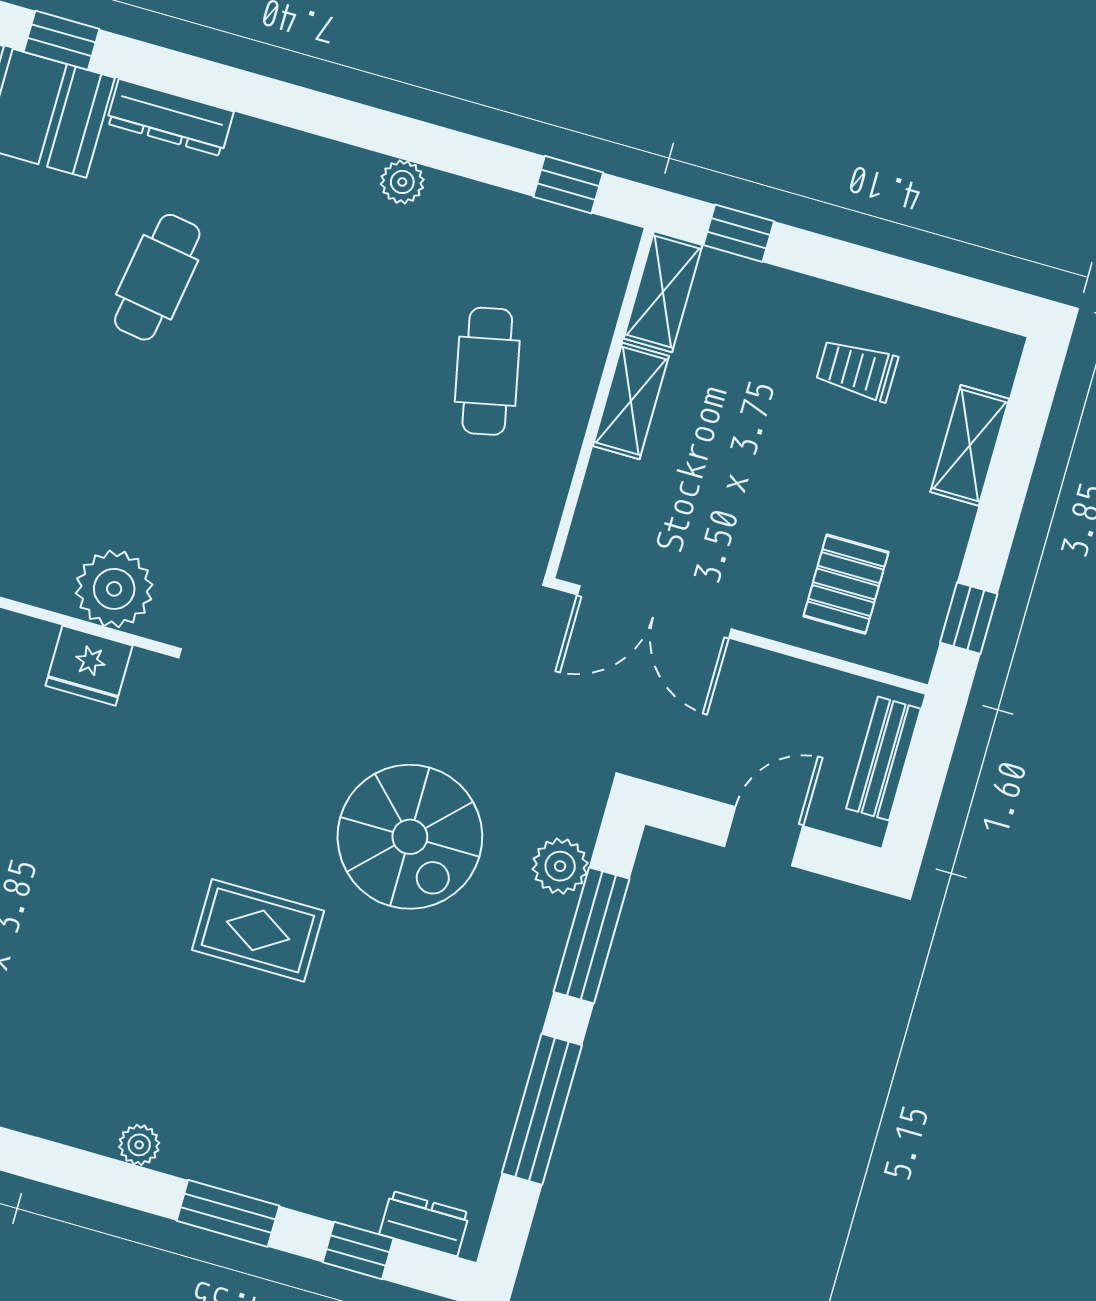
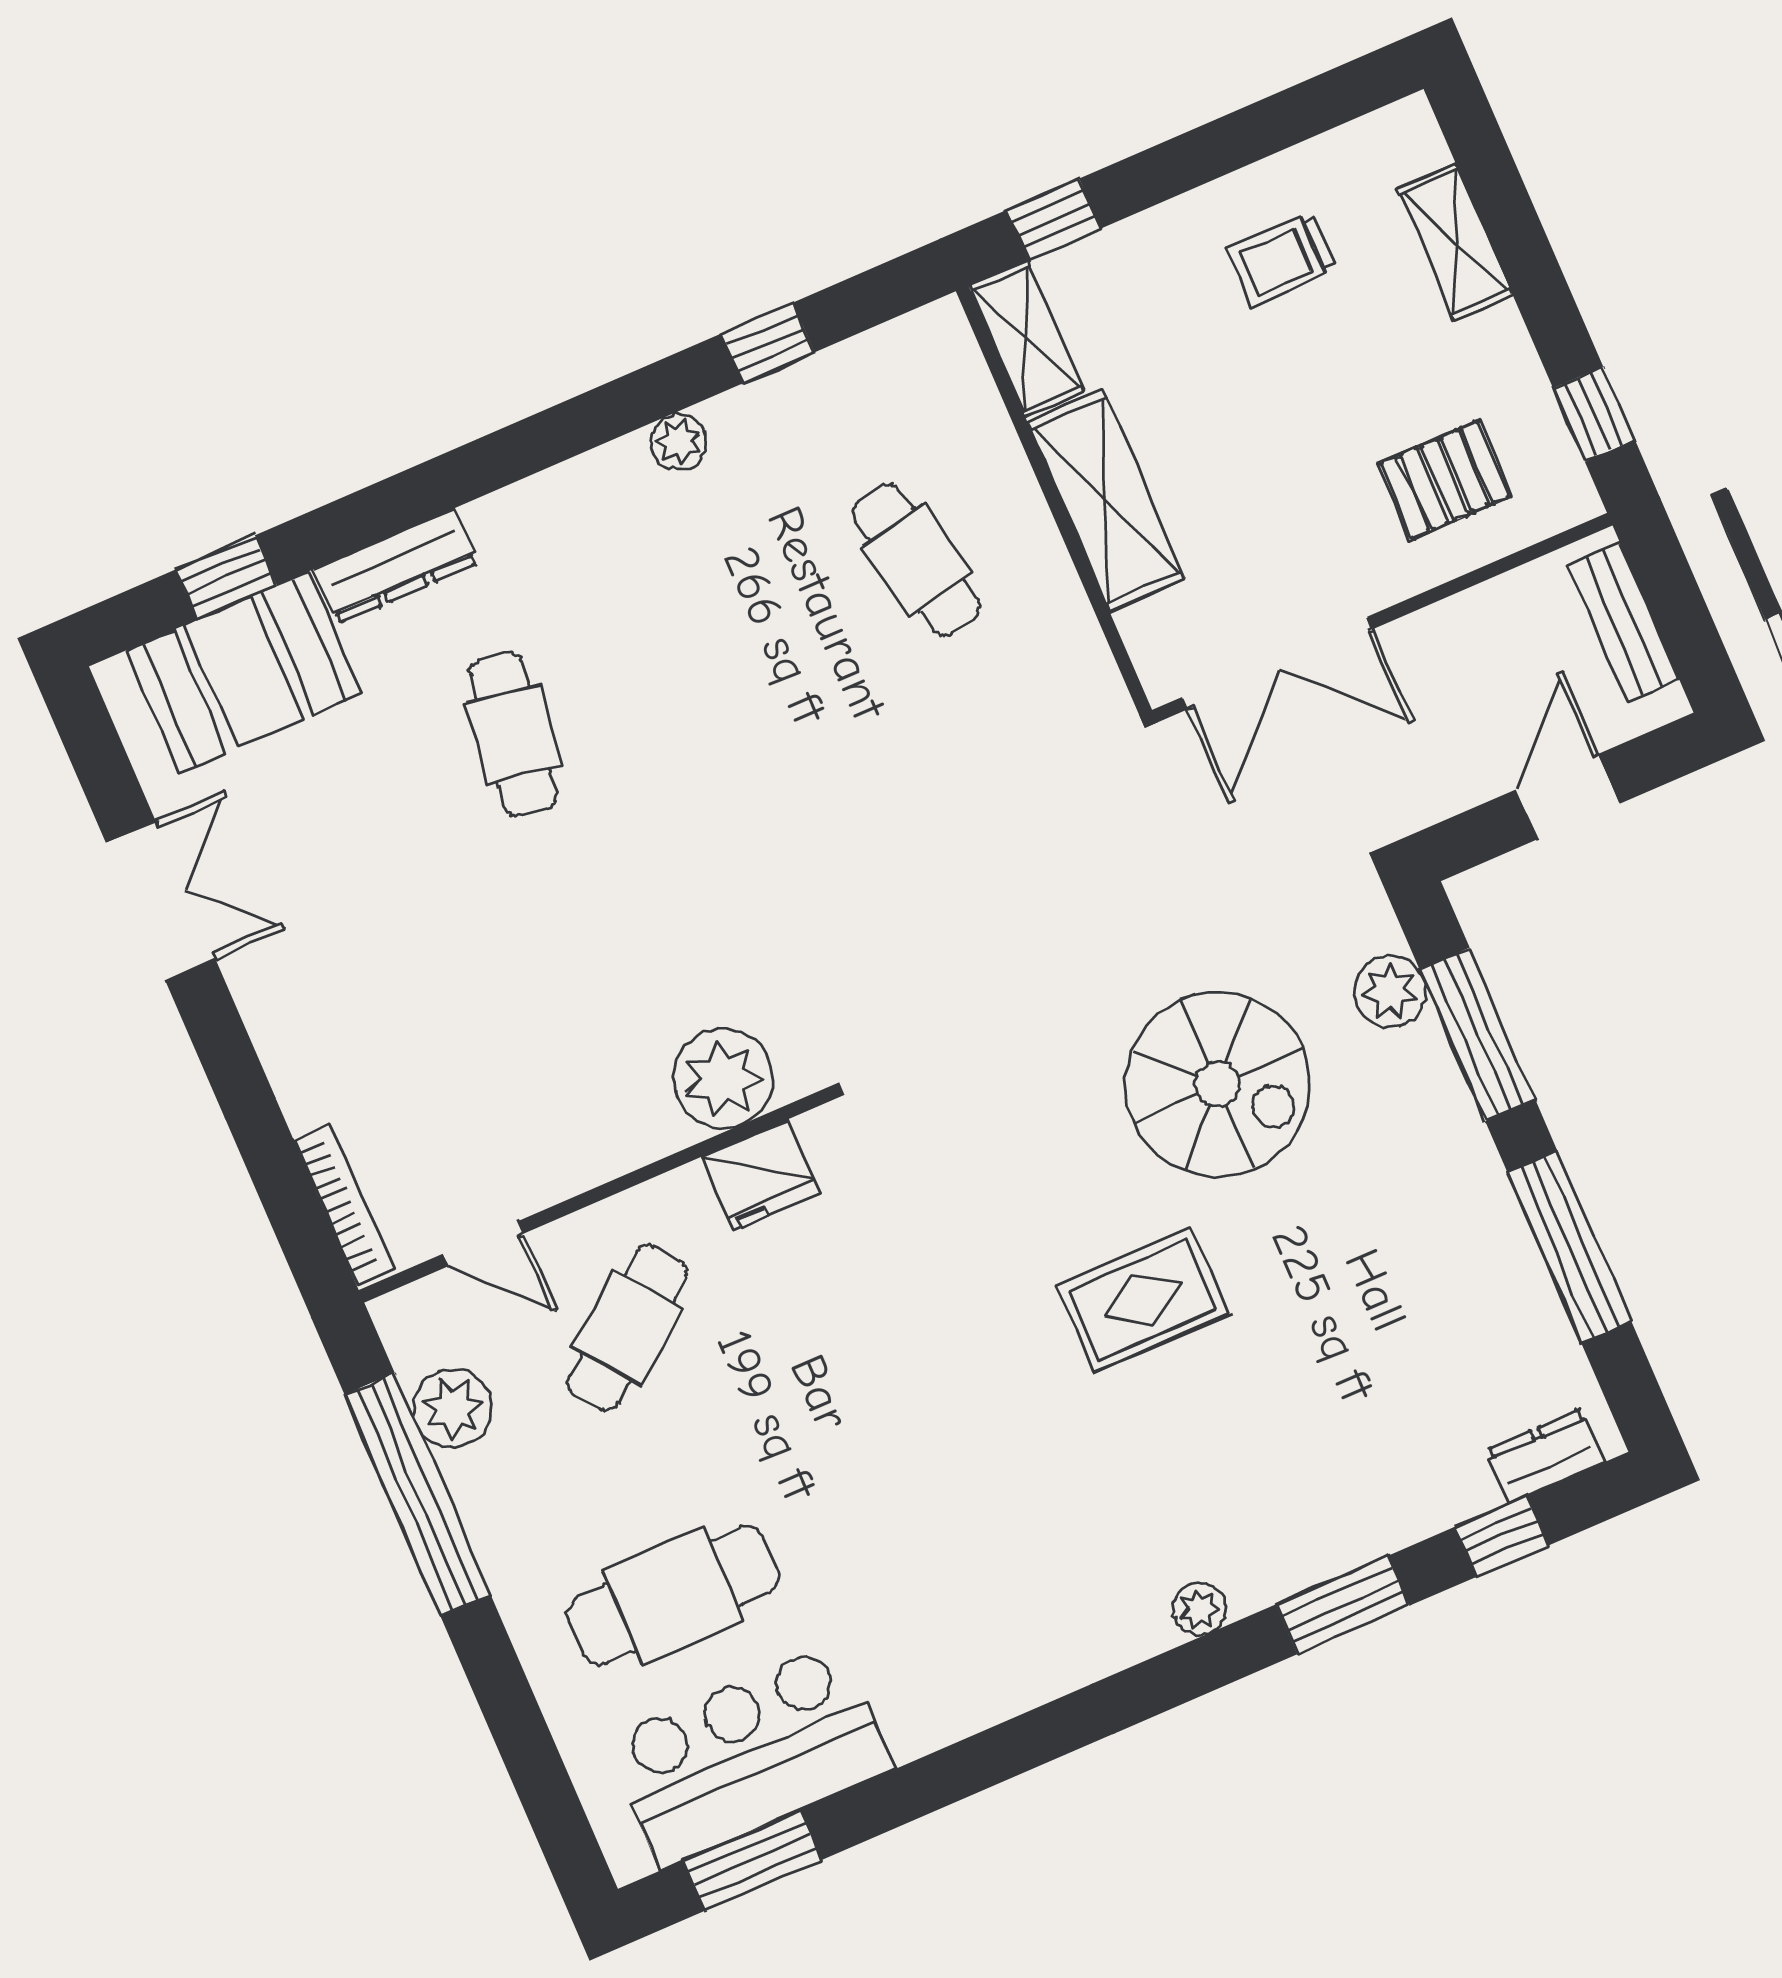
window: (568, 185) -> (768, 343), moved
shelving: (631, 401) -> (1106, 500), width x1.50, depth x1.33
pallet: (846, 584) -> (1445, 480), turned 90

